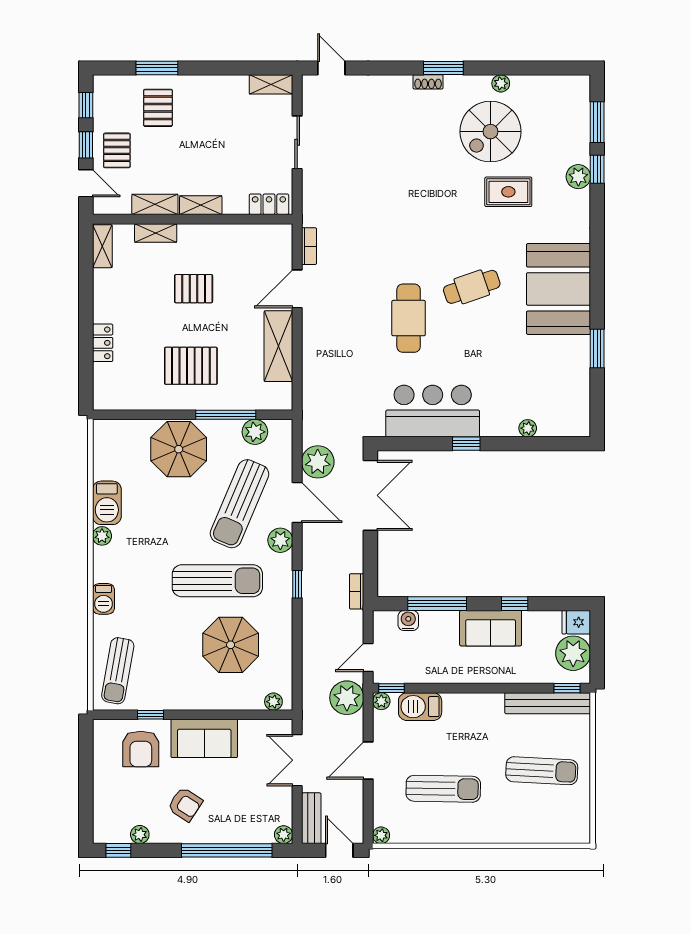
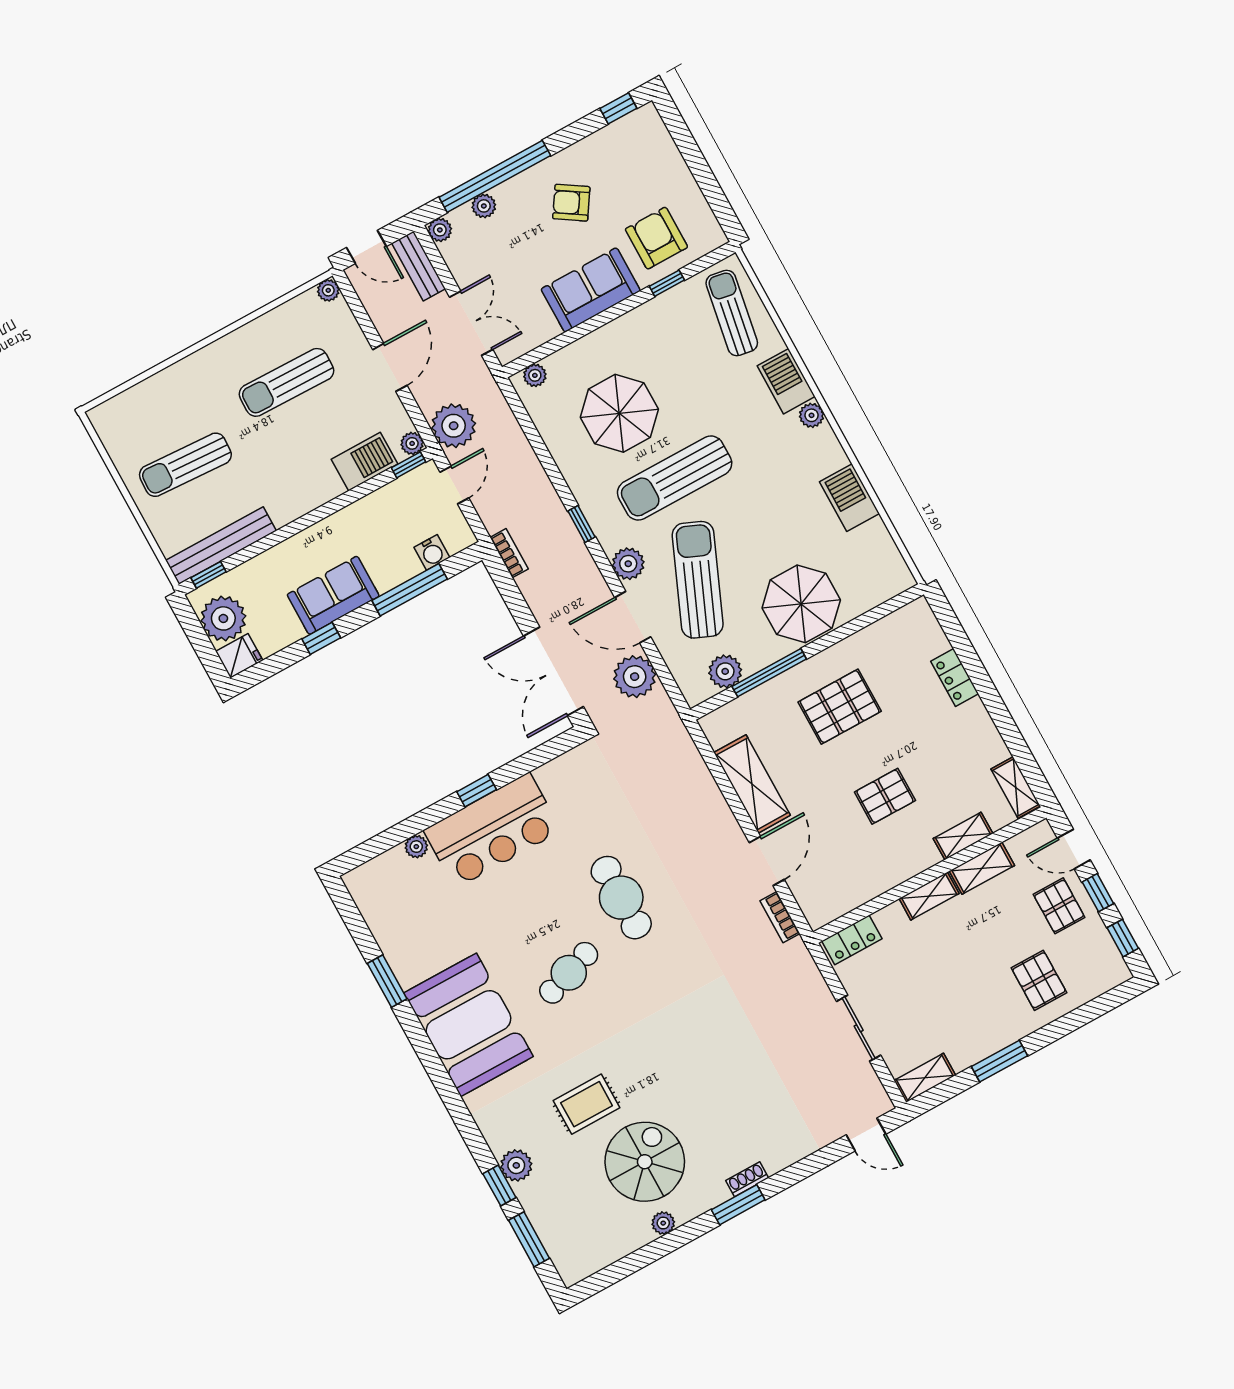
window: (157, 68) -> (999, 1061), moved
bar counter: (433, 411) -> (492, 830), moved
plant: (102, 536) -> (812, 415), moved
barbecue: (104, 599) -> (786, 381), width x1.38, depth x1.27
plant: (140, 835) -> (484, 206), moved

